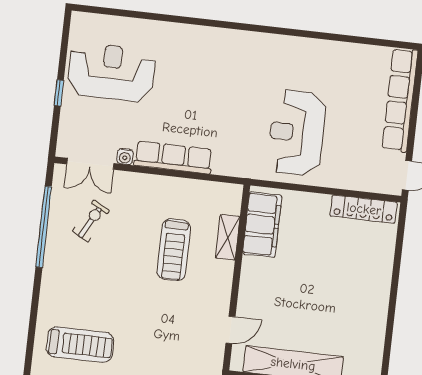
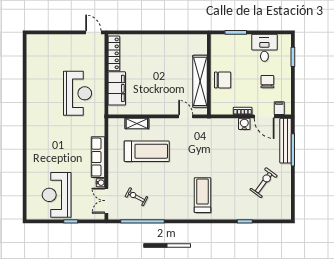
row of seats: (400, 100) -> (54, 41), removed
reception desk: (297, 133) -> (77, 93), turned -90
double door: (90, 164) -> (106, 201), swing flipped
filing cabinet: (262, 225) -> (117, 88), moved, turned 90
treadmill: (174, 250) -> (147, 151), width x1.37, depth x1.37

